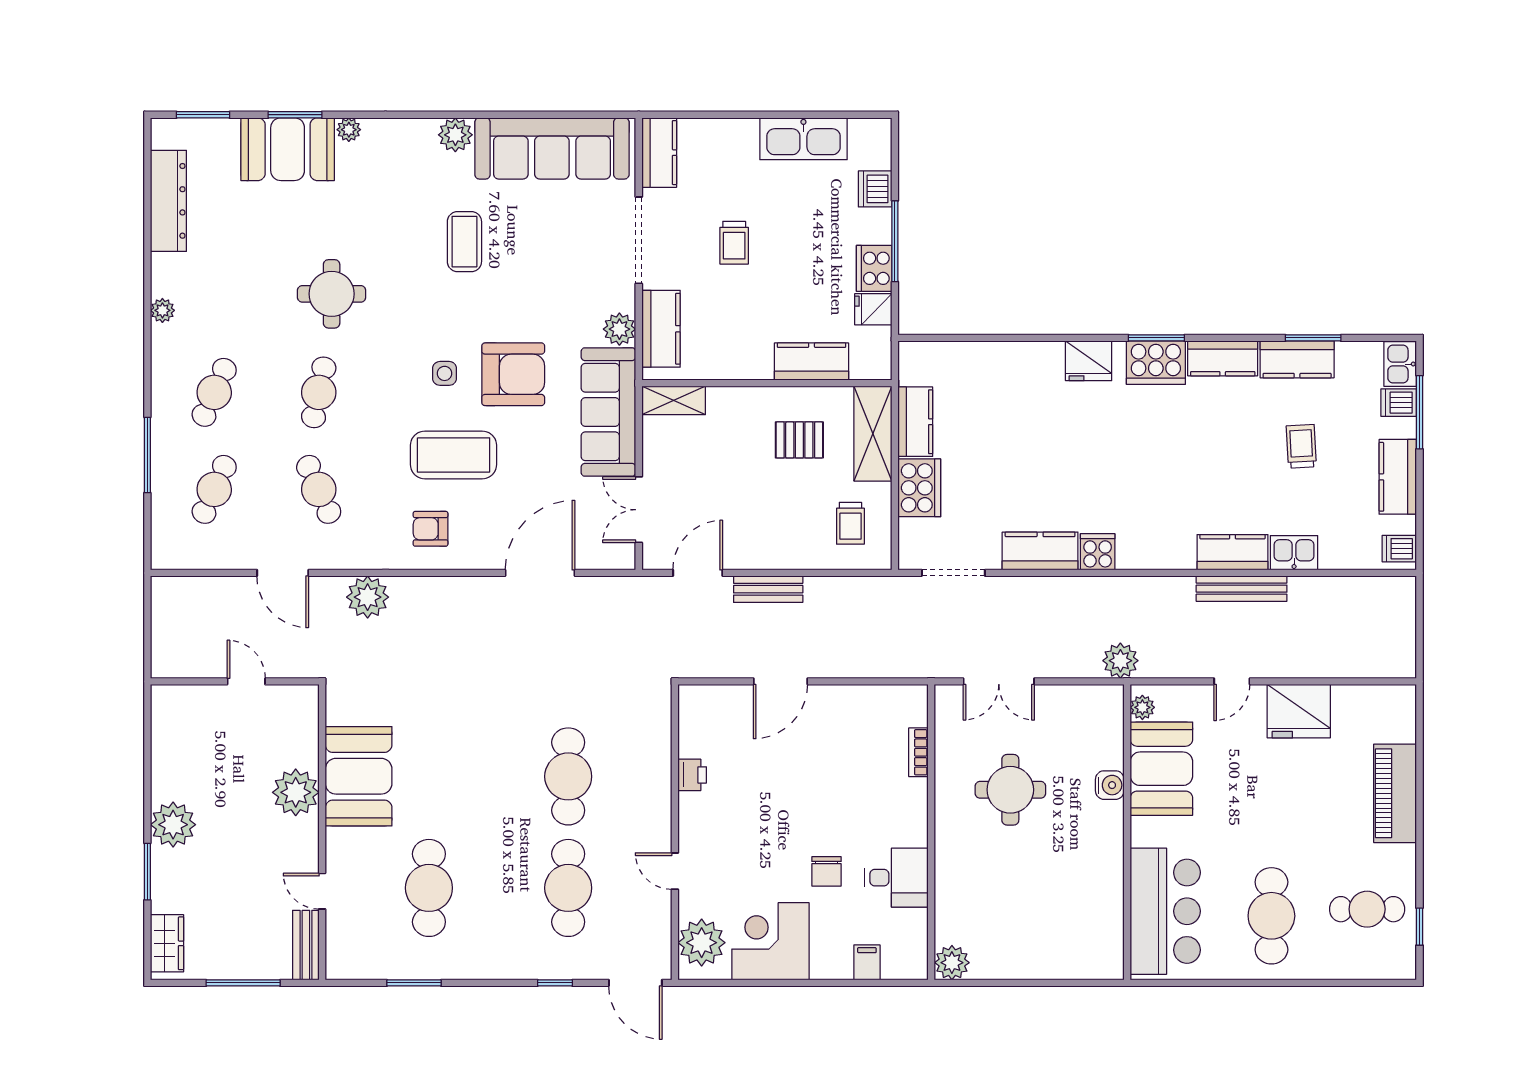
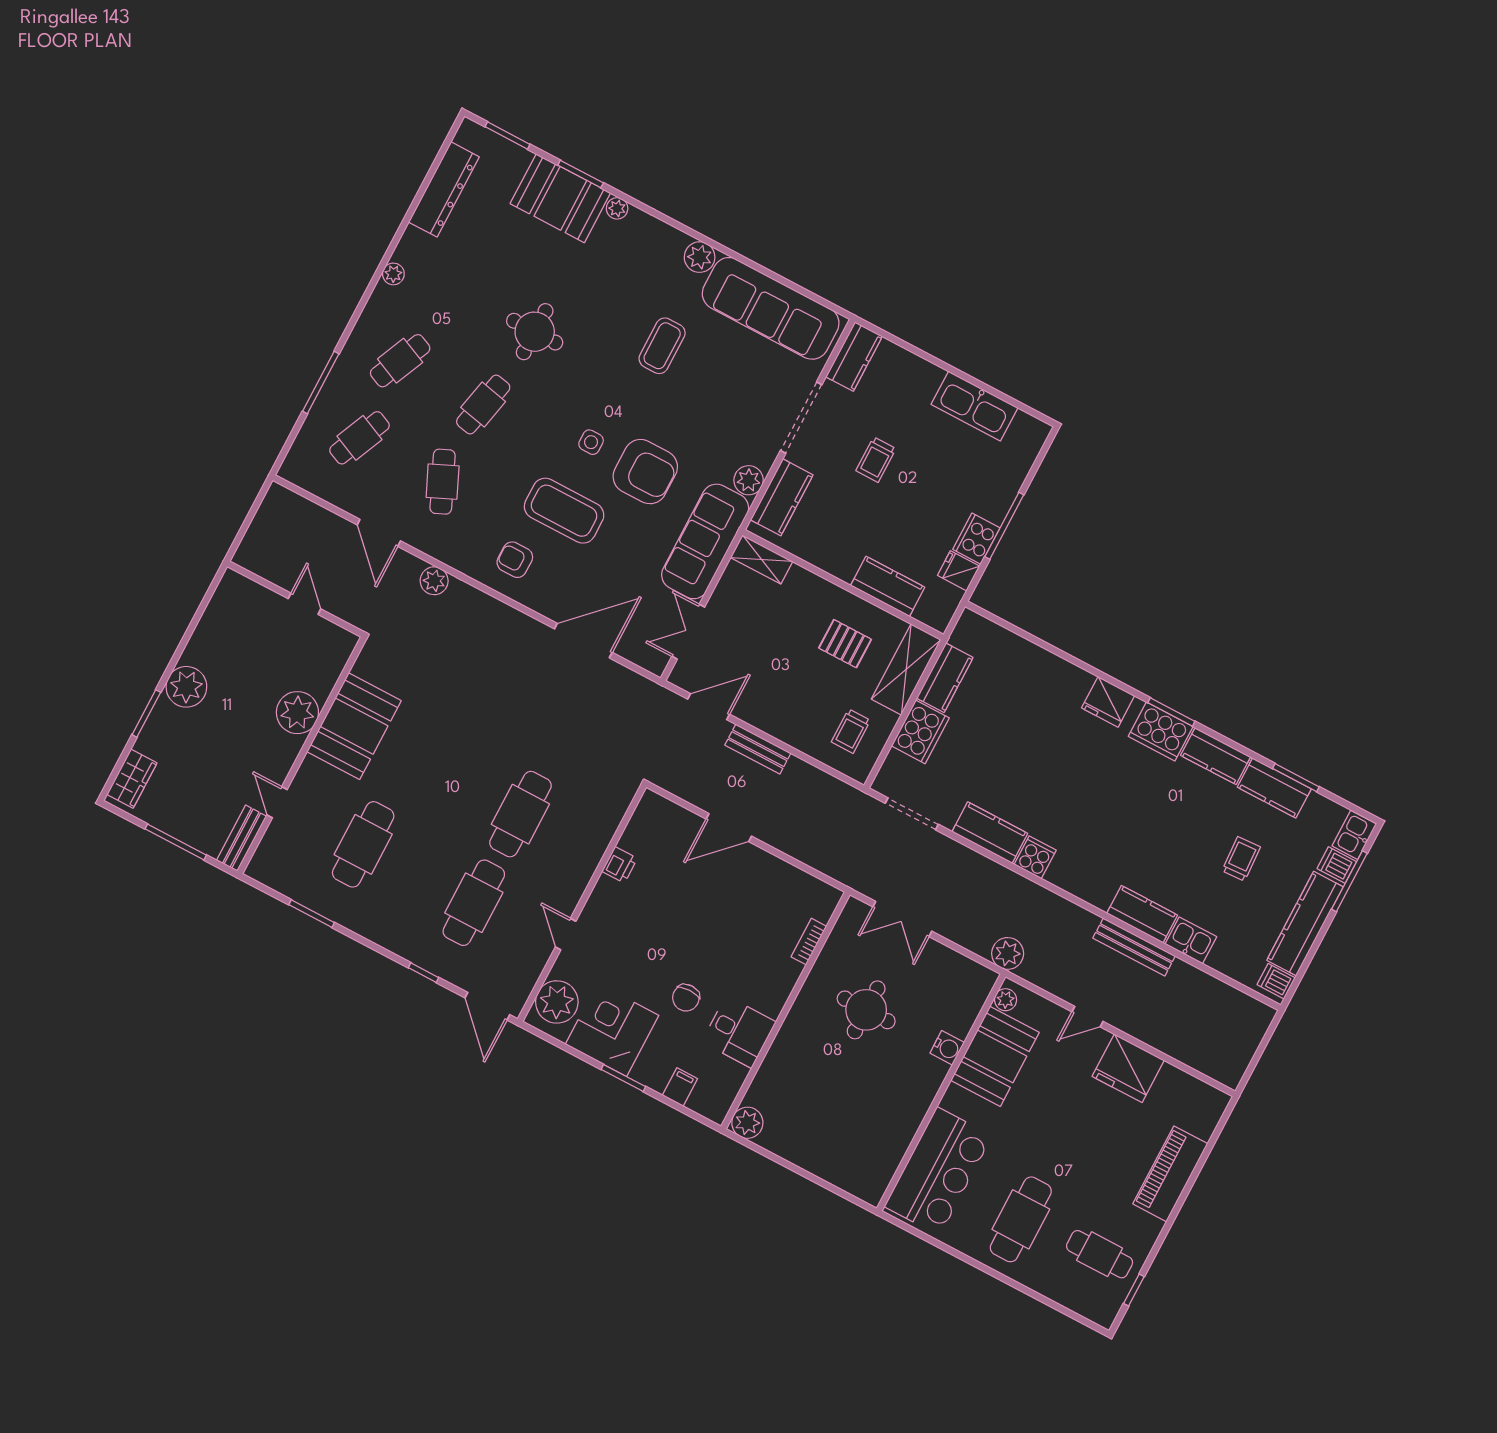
dishwasher: (875, 189) -> (1010, 476), removed
kitchen counter: (1398, 477) -> (1305, 924), width x1.50
plant: (368, 597) -> (434, 581), width x0.73, depth x0.73
window: (807, 983) -> (623, 1078), added

